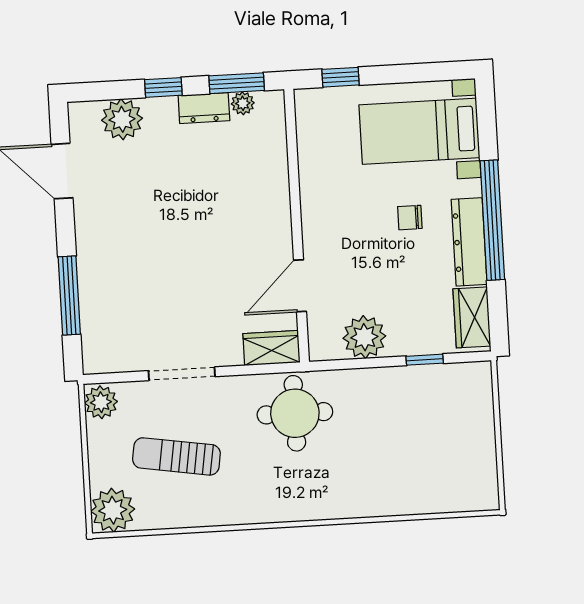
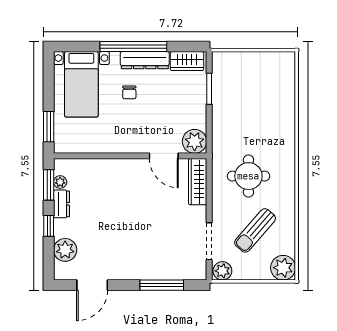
window: (341, 77) -> (49, 127), width x1.50
plant: (364, 337) -> (195, 141), moved
wardrobe: (271, 348) -> (198, 182), width x1.50
window: (425, 360) -> (209, 89), width x1.50
doorway: (182, 374) -> (209, 241), moved
round table: (295, 413) -> (248, 176), moved
sun lounger: (176, 456) -> (255, 230), turned 32

